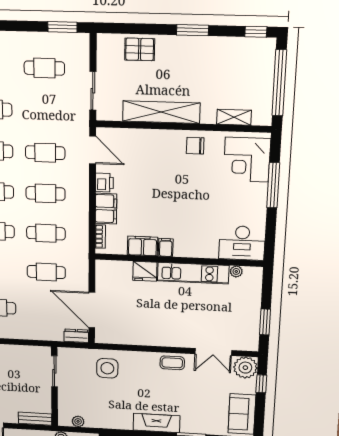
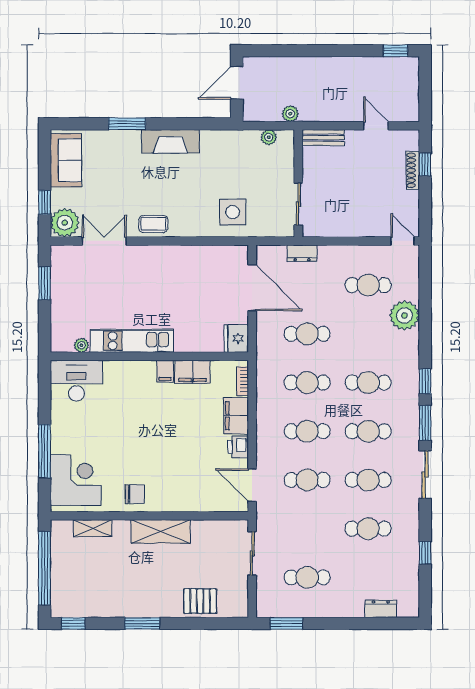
shelving: (161, 112) -> (161, 531), width x0.68
fridge: (145, 271) -> (236, 338), moved, turned -90
dresser: (76, 336) -> (302, 253), moved

